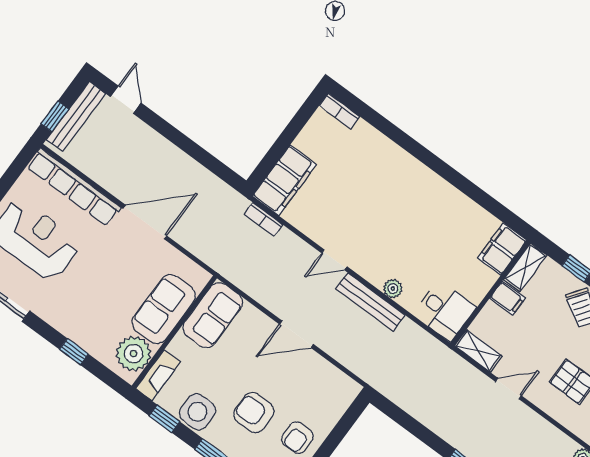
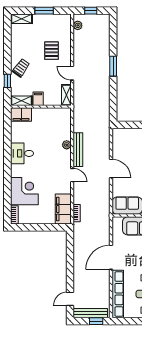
corner desk: (367, 158) -> (24, 191), added
filing cabinet: (284, 180) -> (63, 209), moved, turned -90
door: (145, 222) -> (111, 257), hinge flipped
desk: (445, 311) -> (22, 153), moved, turned -90

